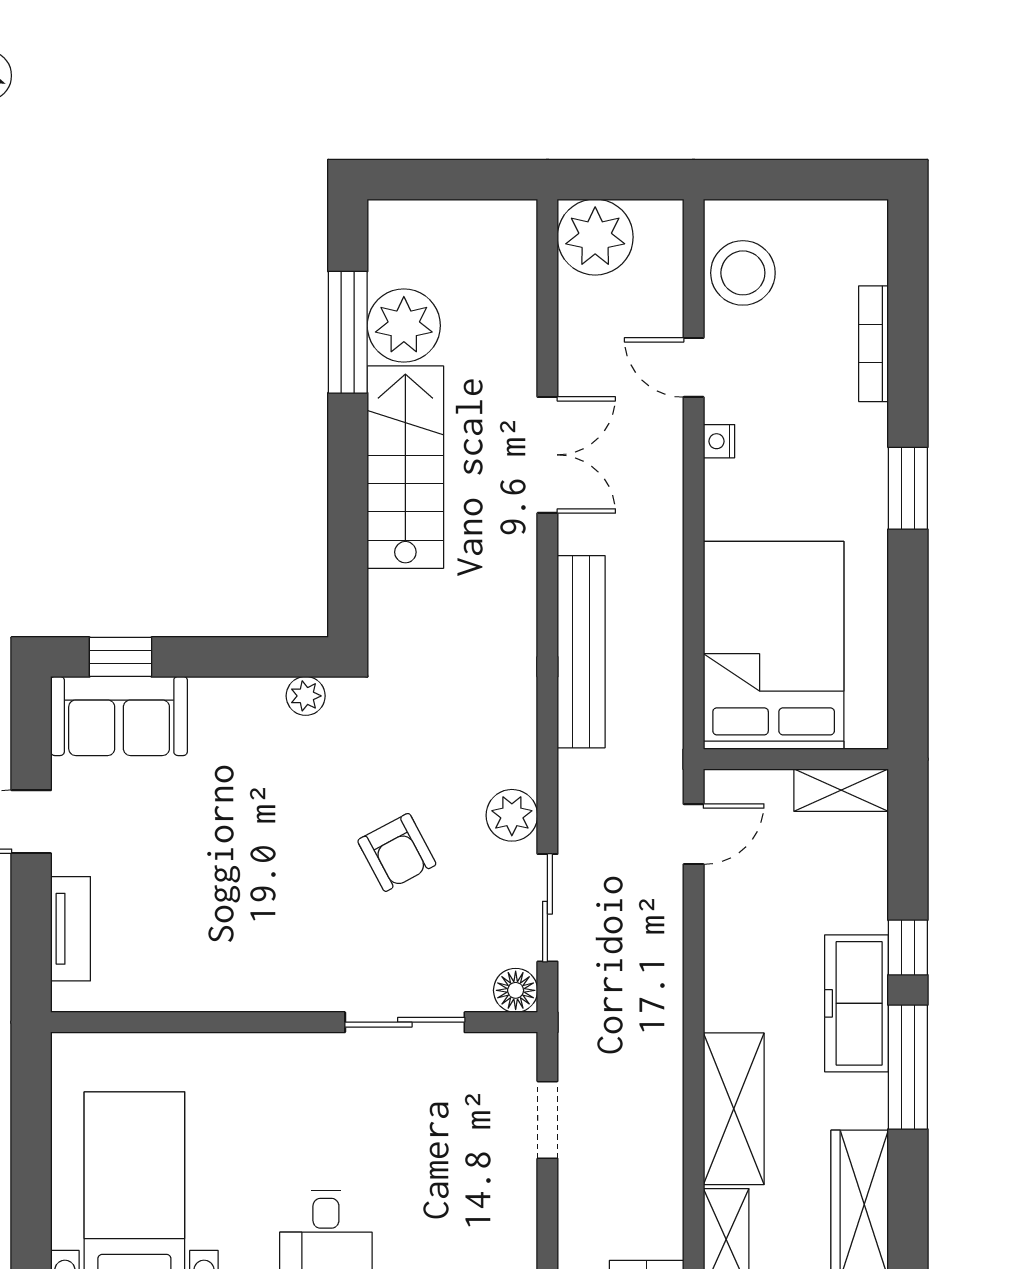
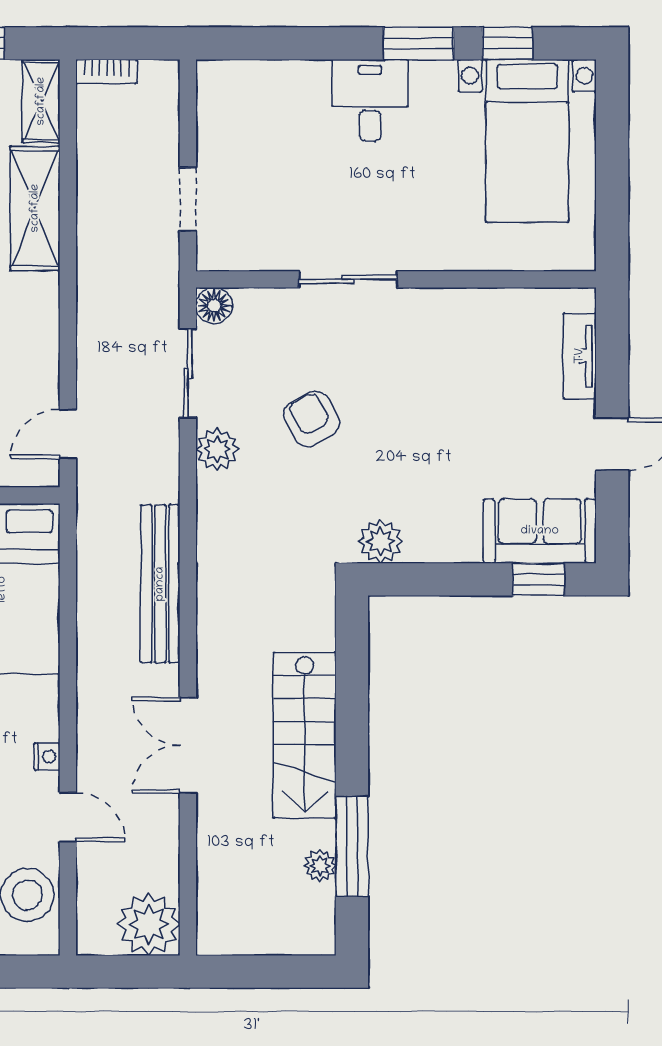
plant: (404, 326) -> (320, 866), width x0.53, depth x0.53
plant: (306, 696) -> (381, 541), width x1.38, depth x1.38
sliding door: (405, 1022) -> (348, 279), moved

